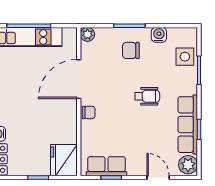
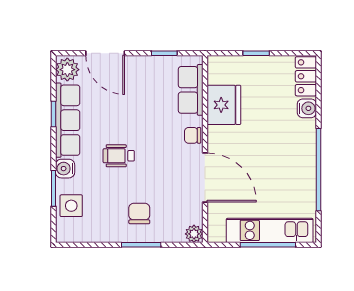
water cooler: (159, 35) -> (65, 169), moved, turned 90
chair: (131, 50) -> (139, 213), turned -90
door: (79, 79) -> (205, 178), hinge flipped
fridge: (64, 160) -> (224, 105), moved
row of seats: (106, 166) -> (191, 90), moved, turned 90
door: (158, 178) -> (105, 53), width x1.38

